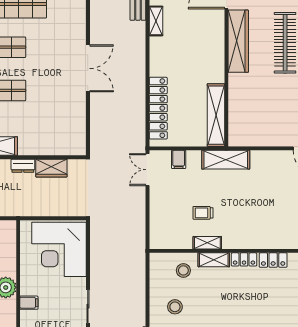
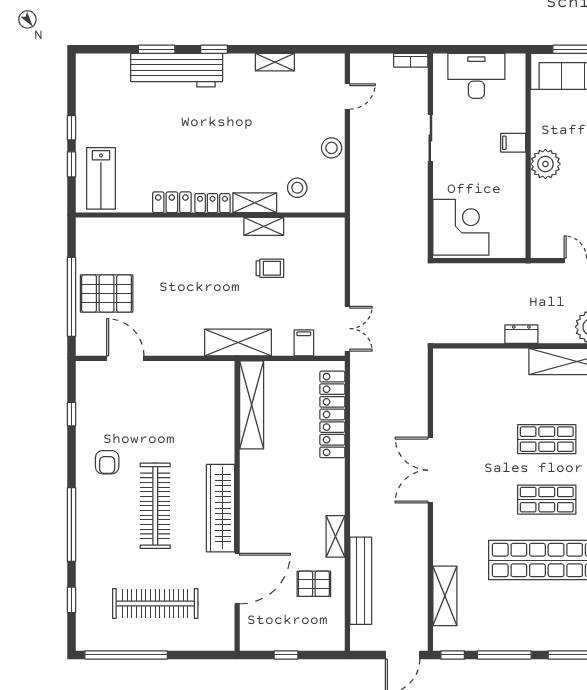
wardrobe: (51, 168) -> (482, 331), removed
corner desk: (59, 249) -> (461, 227), width x0.74, depth x0.74
stool: (175, 307) -> (332, 148), moved

